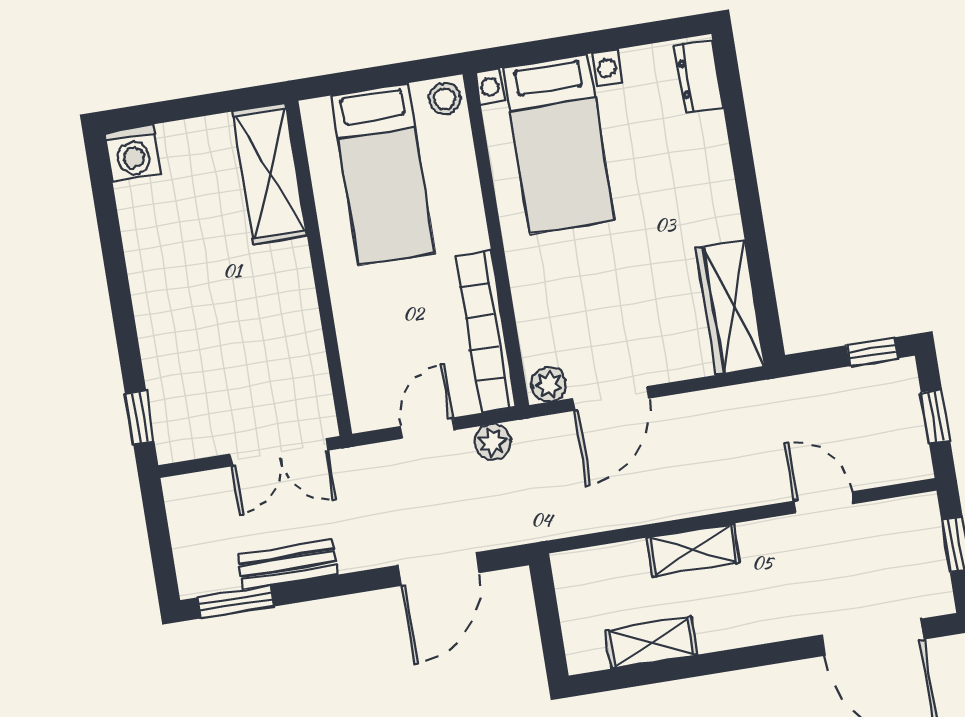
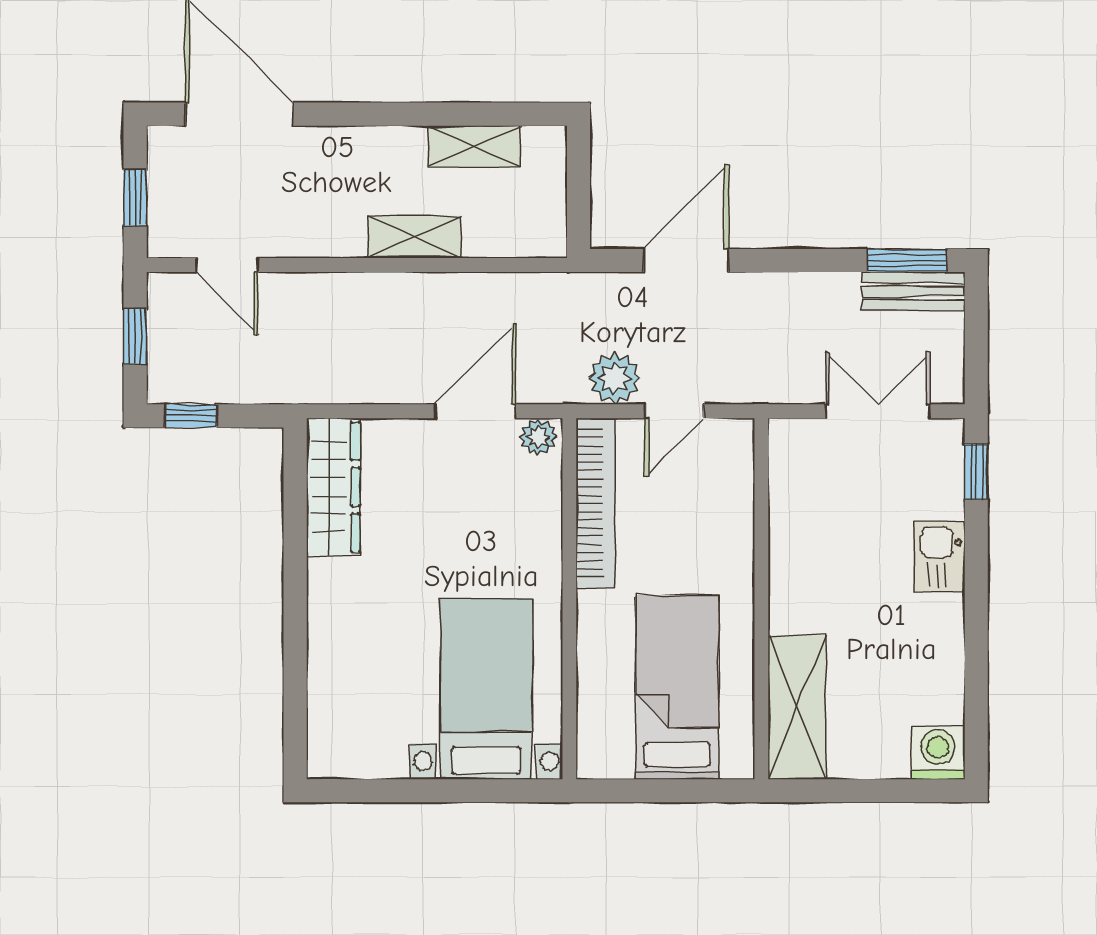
dresser: (699, 77) -> (327, 736), removed
stool: (445, 99) -> (599, 757), removed
kitchen sink: (161, 334) -> (939, 556), added
plant: (493, 442) -> (615, 378), width x1.38, depth x1.38
double door: (279, 452) -> (878, 411), moved
door: (824, 502) -> (227, 265), moved
bench: (288, 564) -> (913, 292), moved

